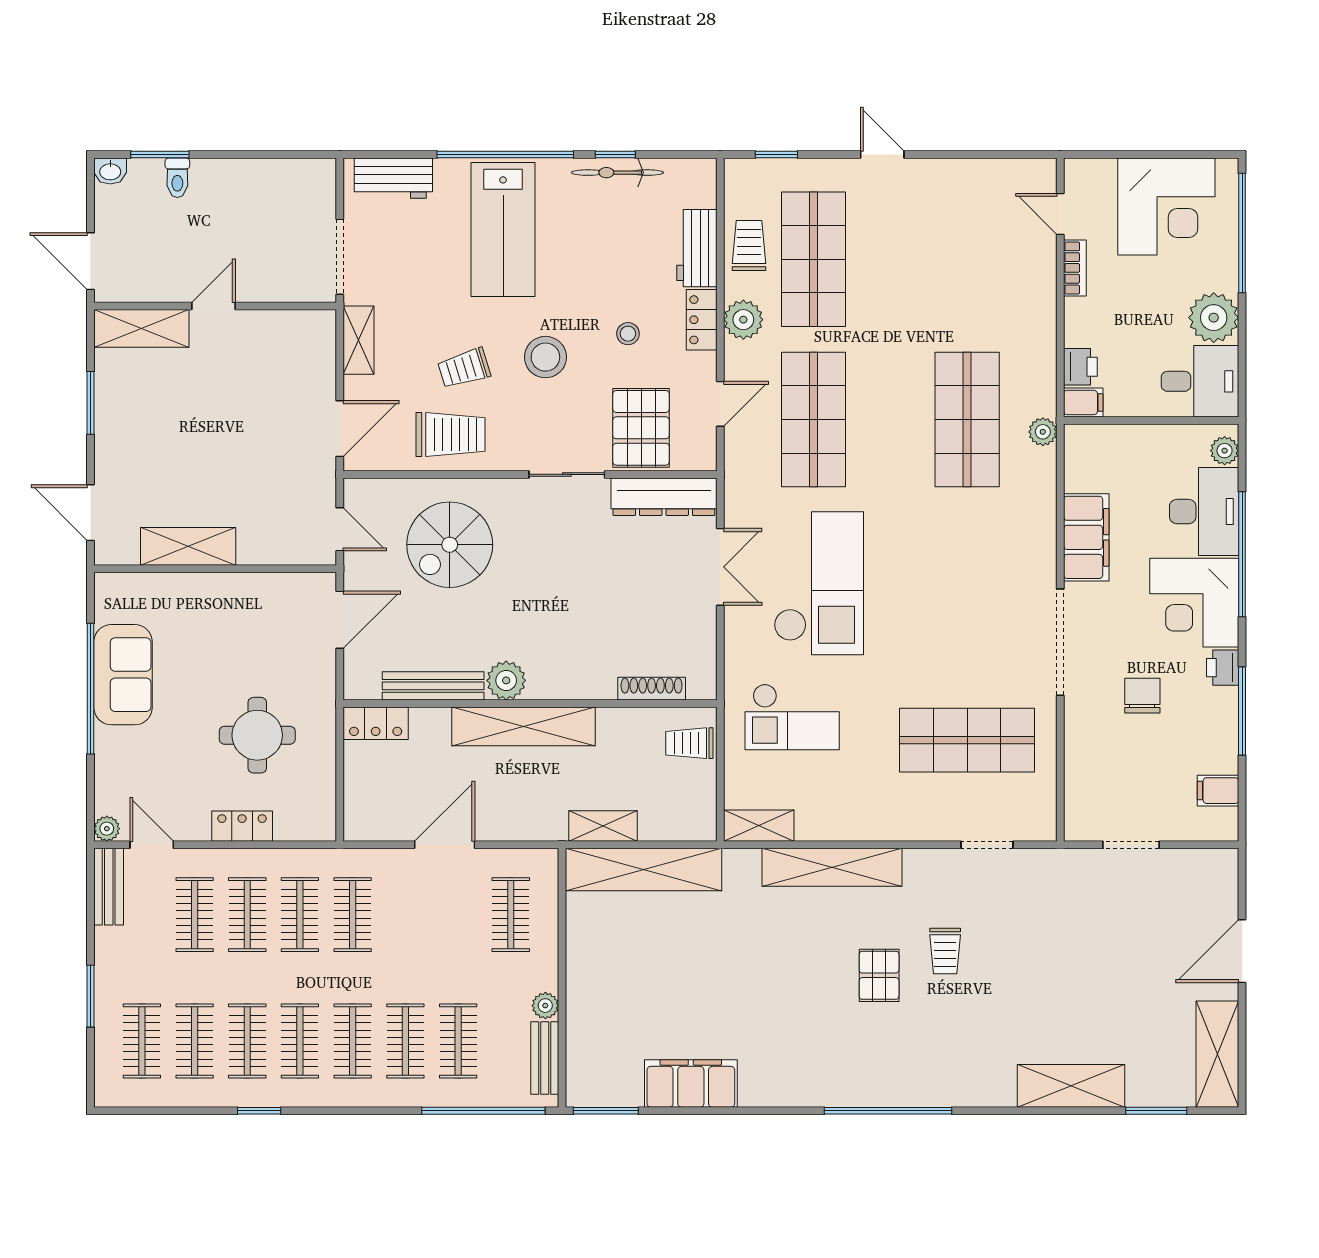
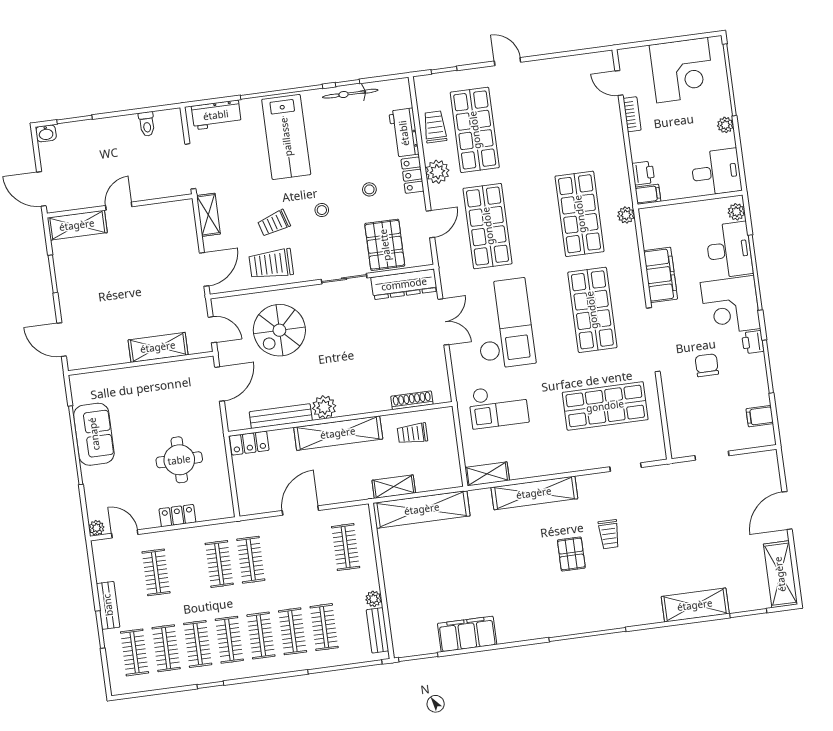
toilet: (177, 178) -> (147, 124), moved
plant: (1214, 318) -> (725, 125), width x0.53, depth x0.53
stool: (545, 357) -> (322, 210), width x0.53, depth x0.53
trolley: (451, 435) -> (271, 264), turned 180
shelving: (188, 546) -> (158, 347), moved
shop shelf: (967, 580) -> (592, 310), added
trolley: (689, 743) -> (412, 434), moved
bench: (109, 887) -> (108, 605), moved
clothes rail: (247, 915) -> (188, 568), removed

